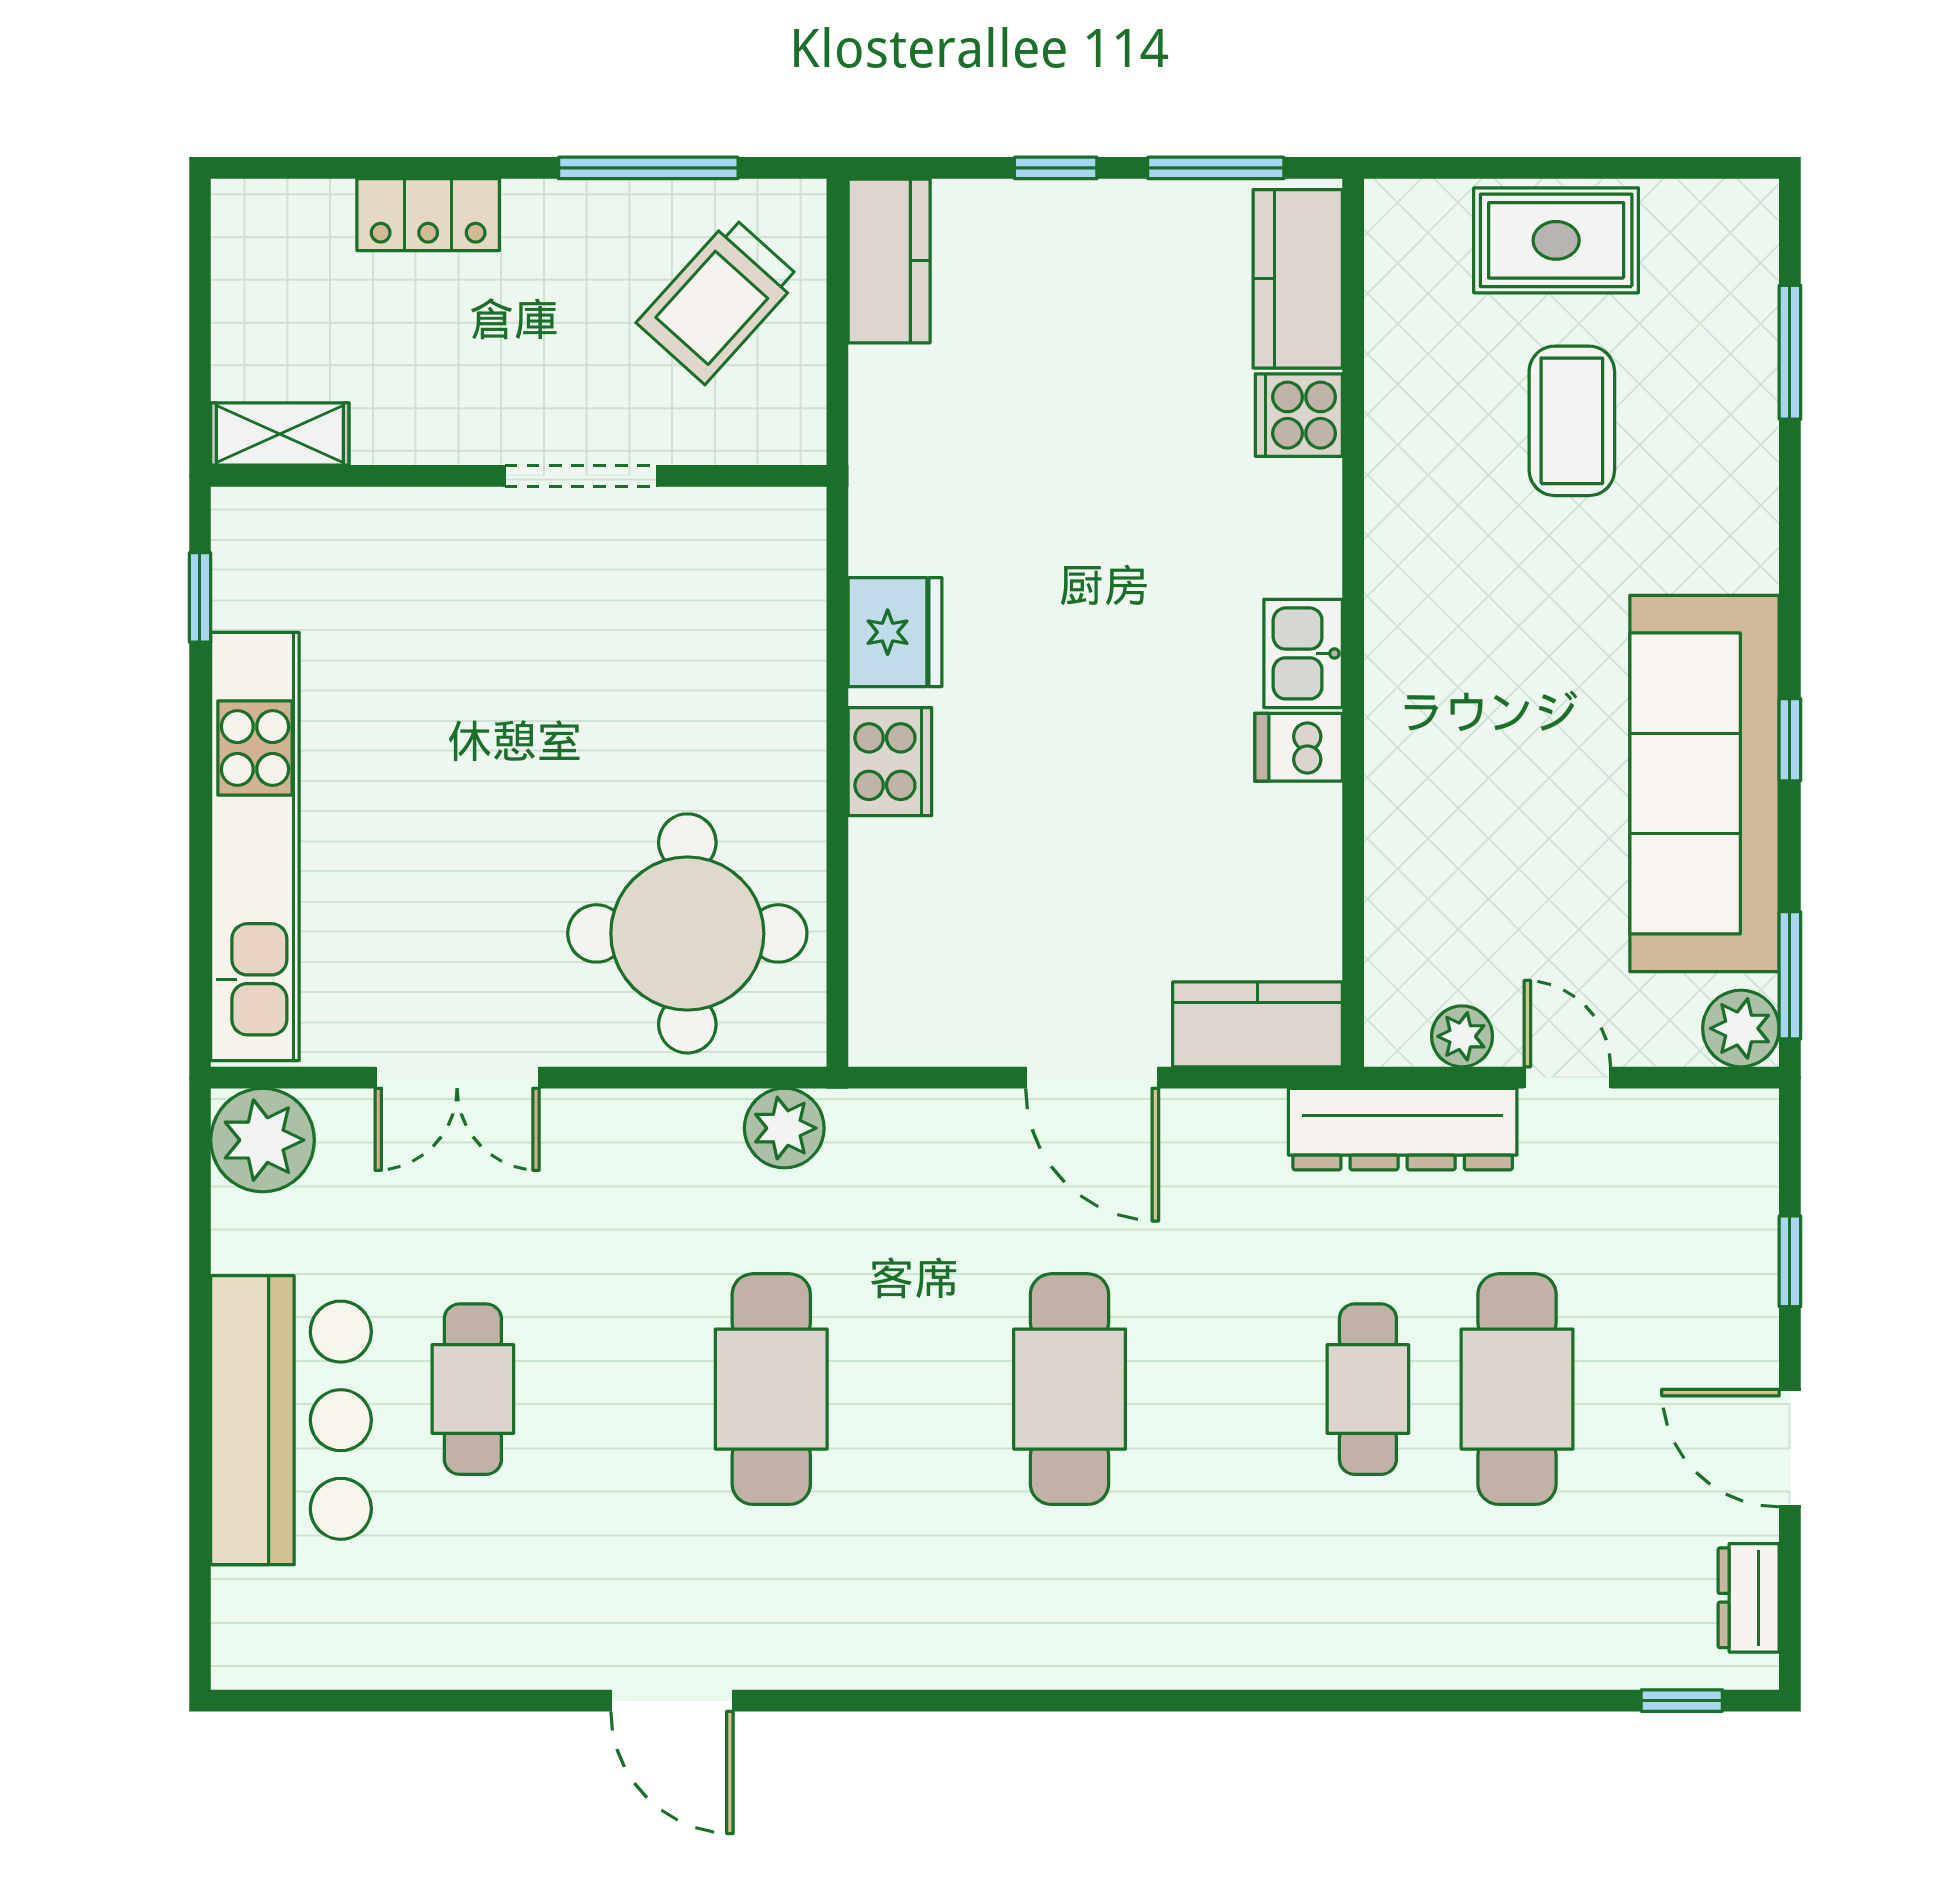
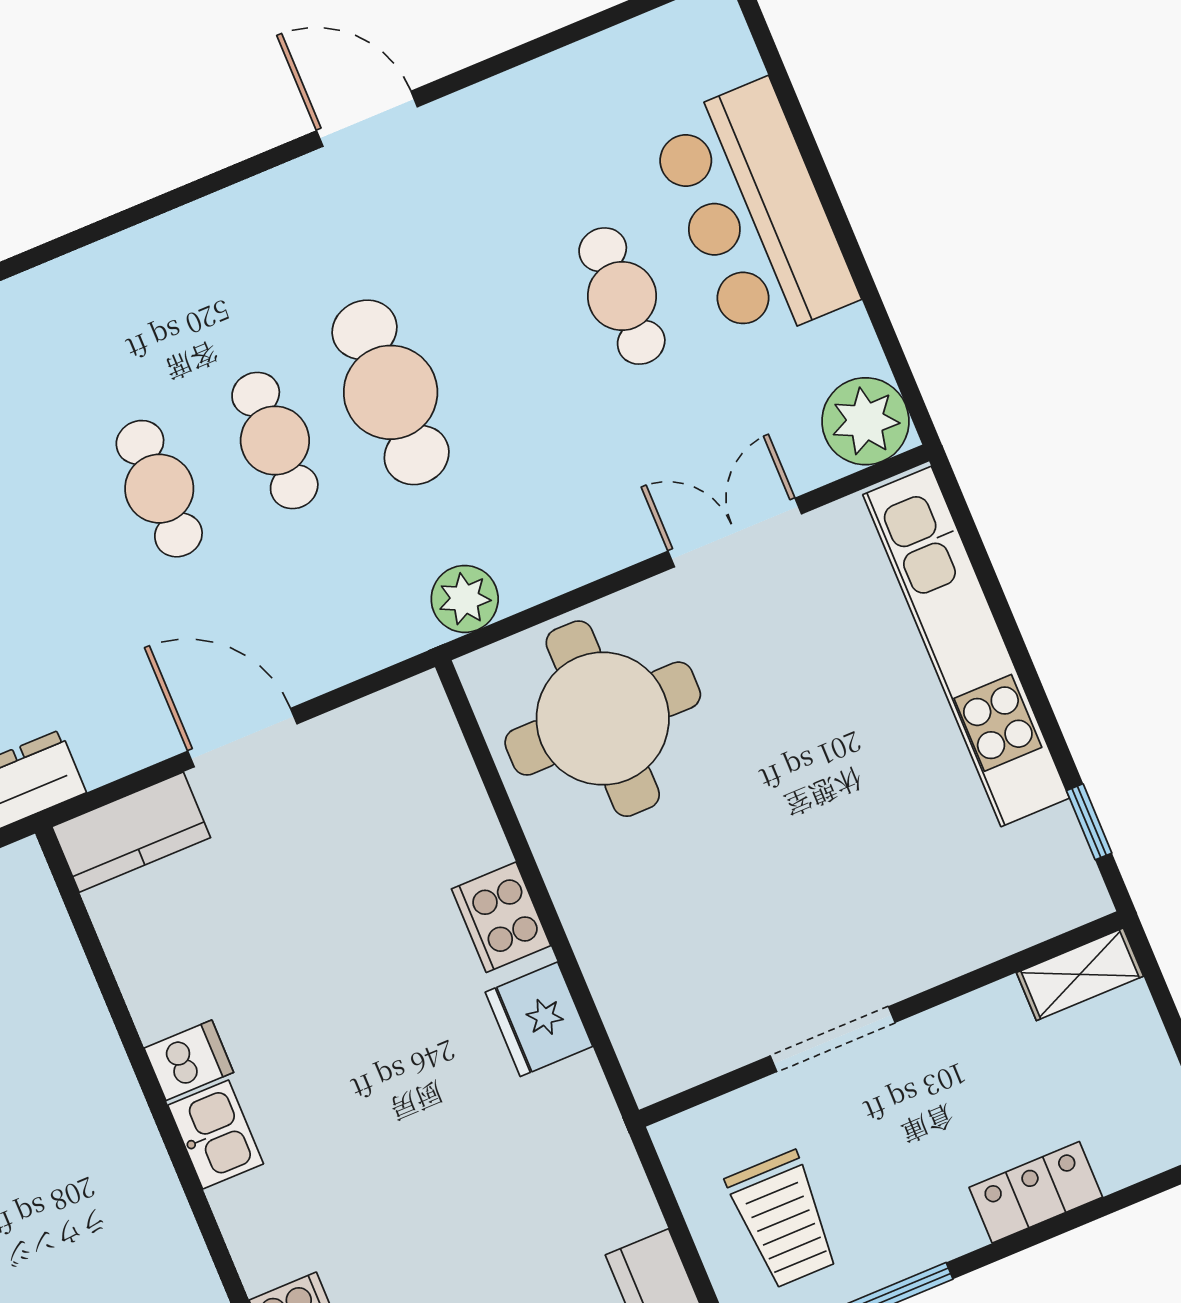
trolley: (718, 300) -> (783, 1220), turned 138
cafe table: (920, 1389) -> (275, 440), added
cafe table: (1070, 1389) -> (159, 489), width x0.73, depth x0.74

